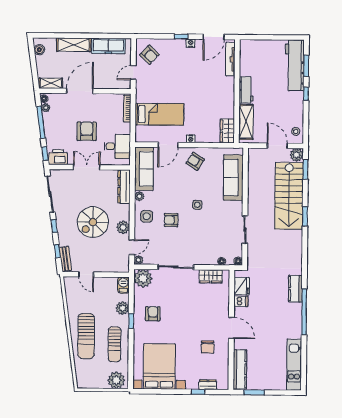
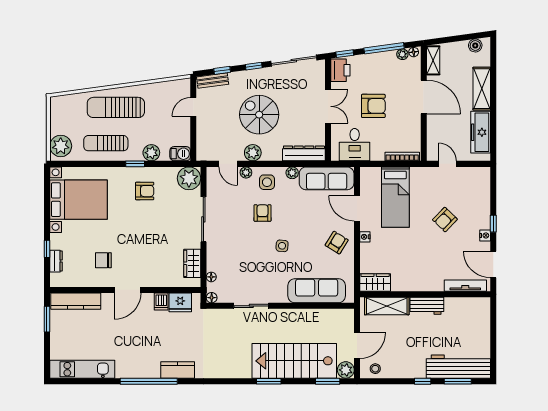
armchair: (149, 55) -> (445, 220), moved
plant: (139, 260) -> (246, 172), moved

